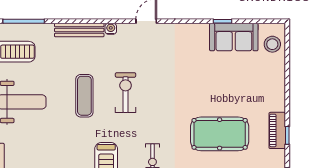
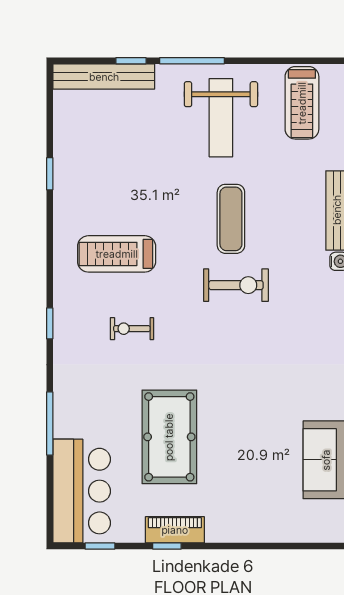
stool: (272, 44) -> (314, 522), removed
exercise mat: (84, 96) -> (231, 219), turned 90

